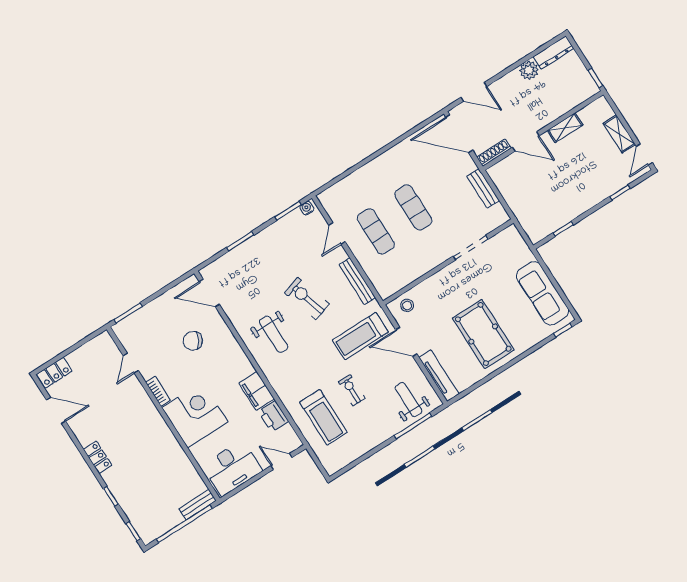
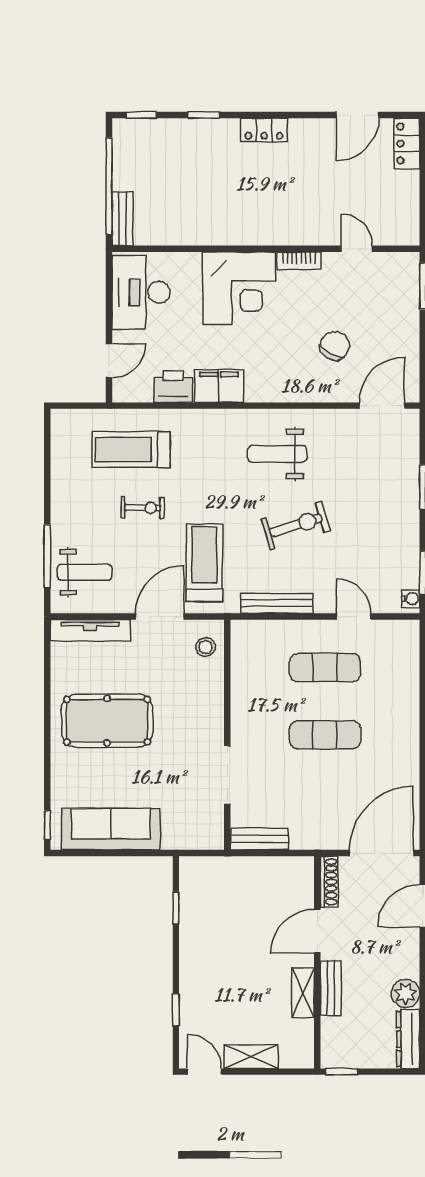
bench: (553, 114) -> (331, 988), added
bench: (483, 188) -> (259, 839), moved

